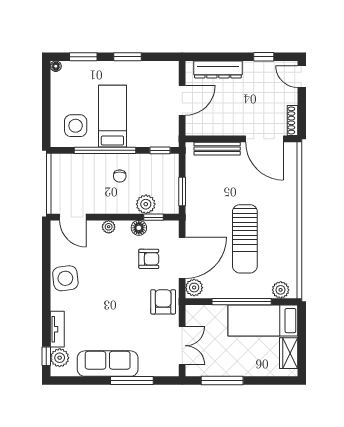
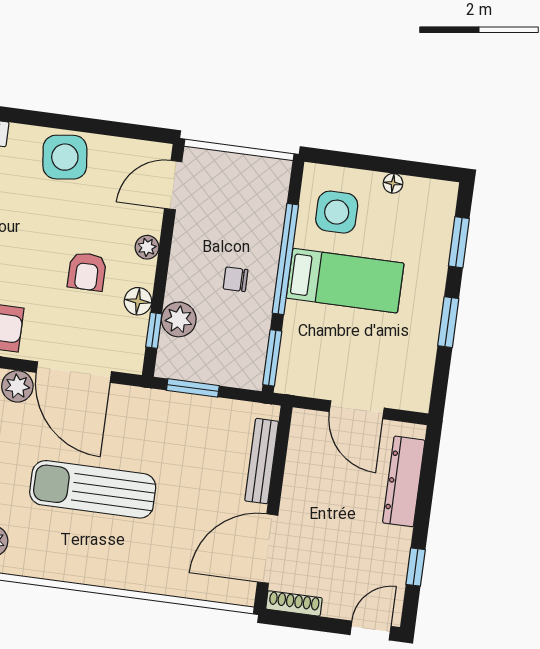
floor lamp: (56, 66) -> (393, 183), moved
window: (160, 150) -> (272, 358), width x1.50
armchair: (149, 259) -> (87, 272), moved

